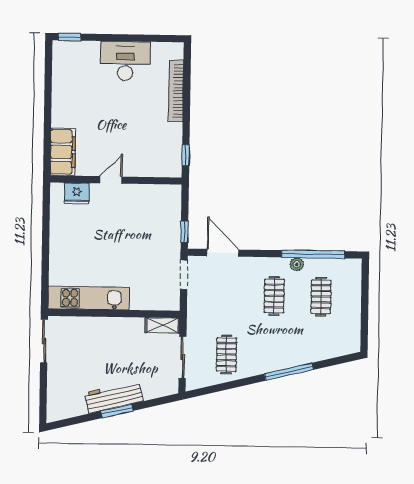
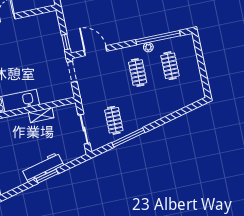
shelving: (163, 325) -> (41, 115), moved
window: (289, 372) -> (128, 137), moved

